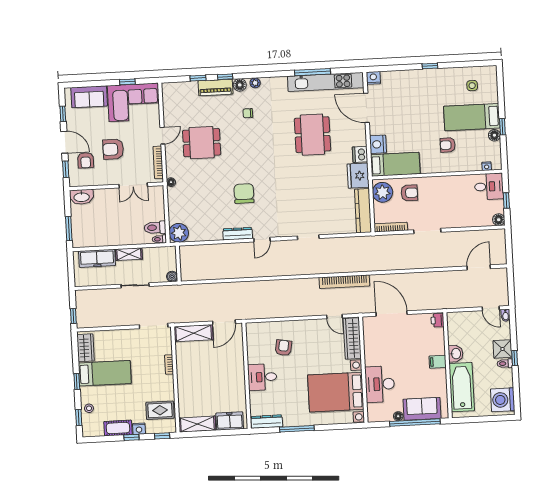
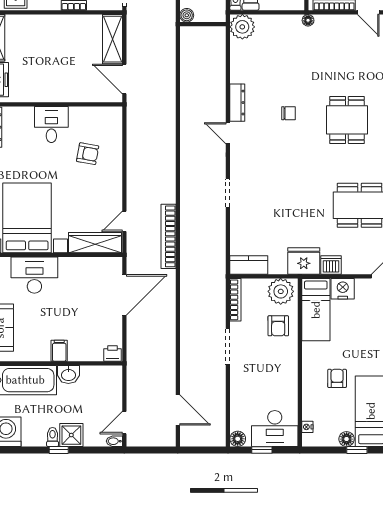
dining table: (202, 143) -> (347, 120), moved
desk: (489, 186) -> (275, 429), width x1.37
chair: (244, 194) -> (288, 113), width x0.54, depth x0.54
kitchen counter: (363, 211) -> (249, 265), width x0.67

